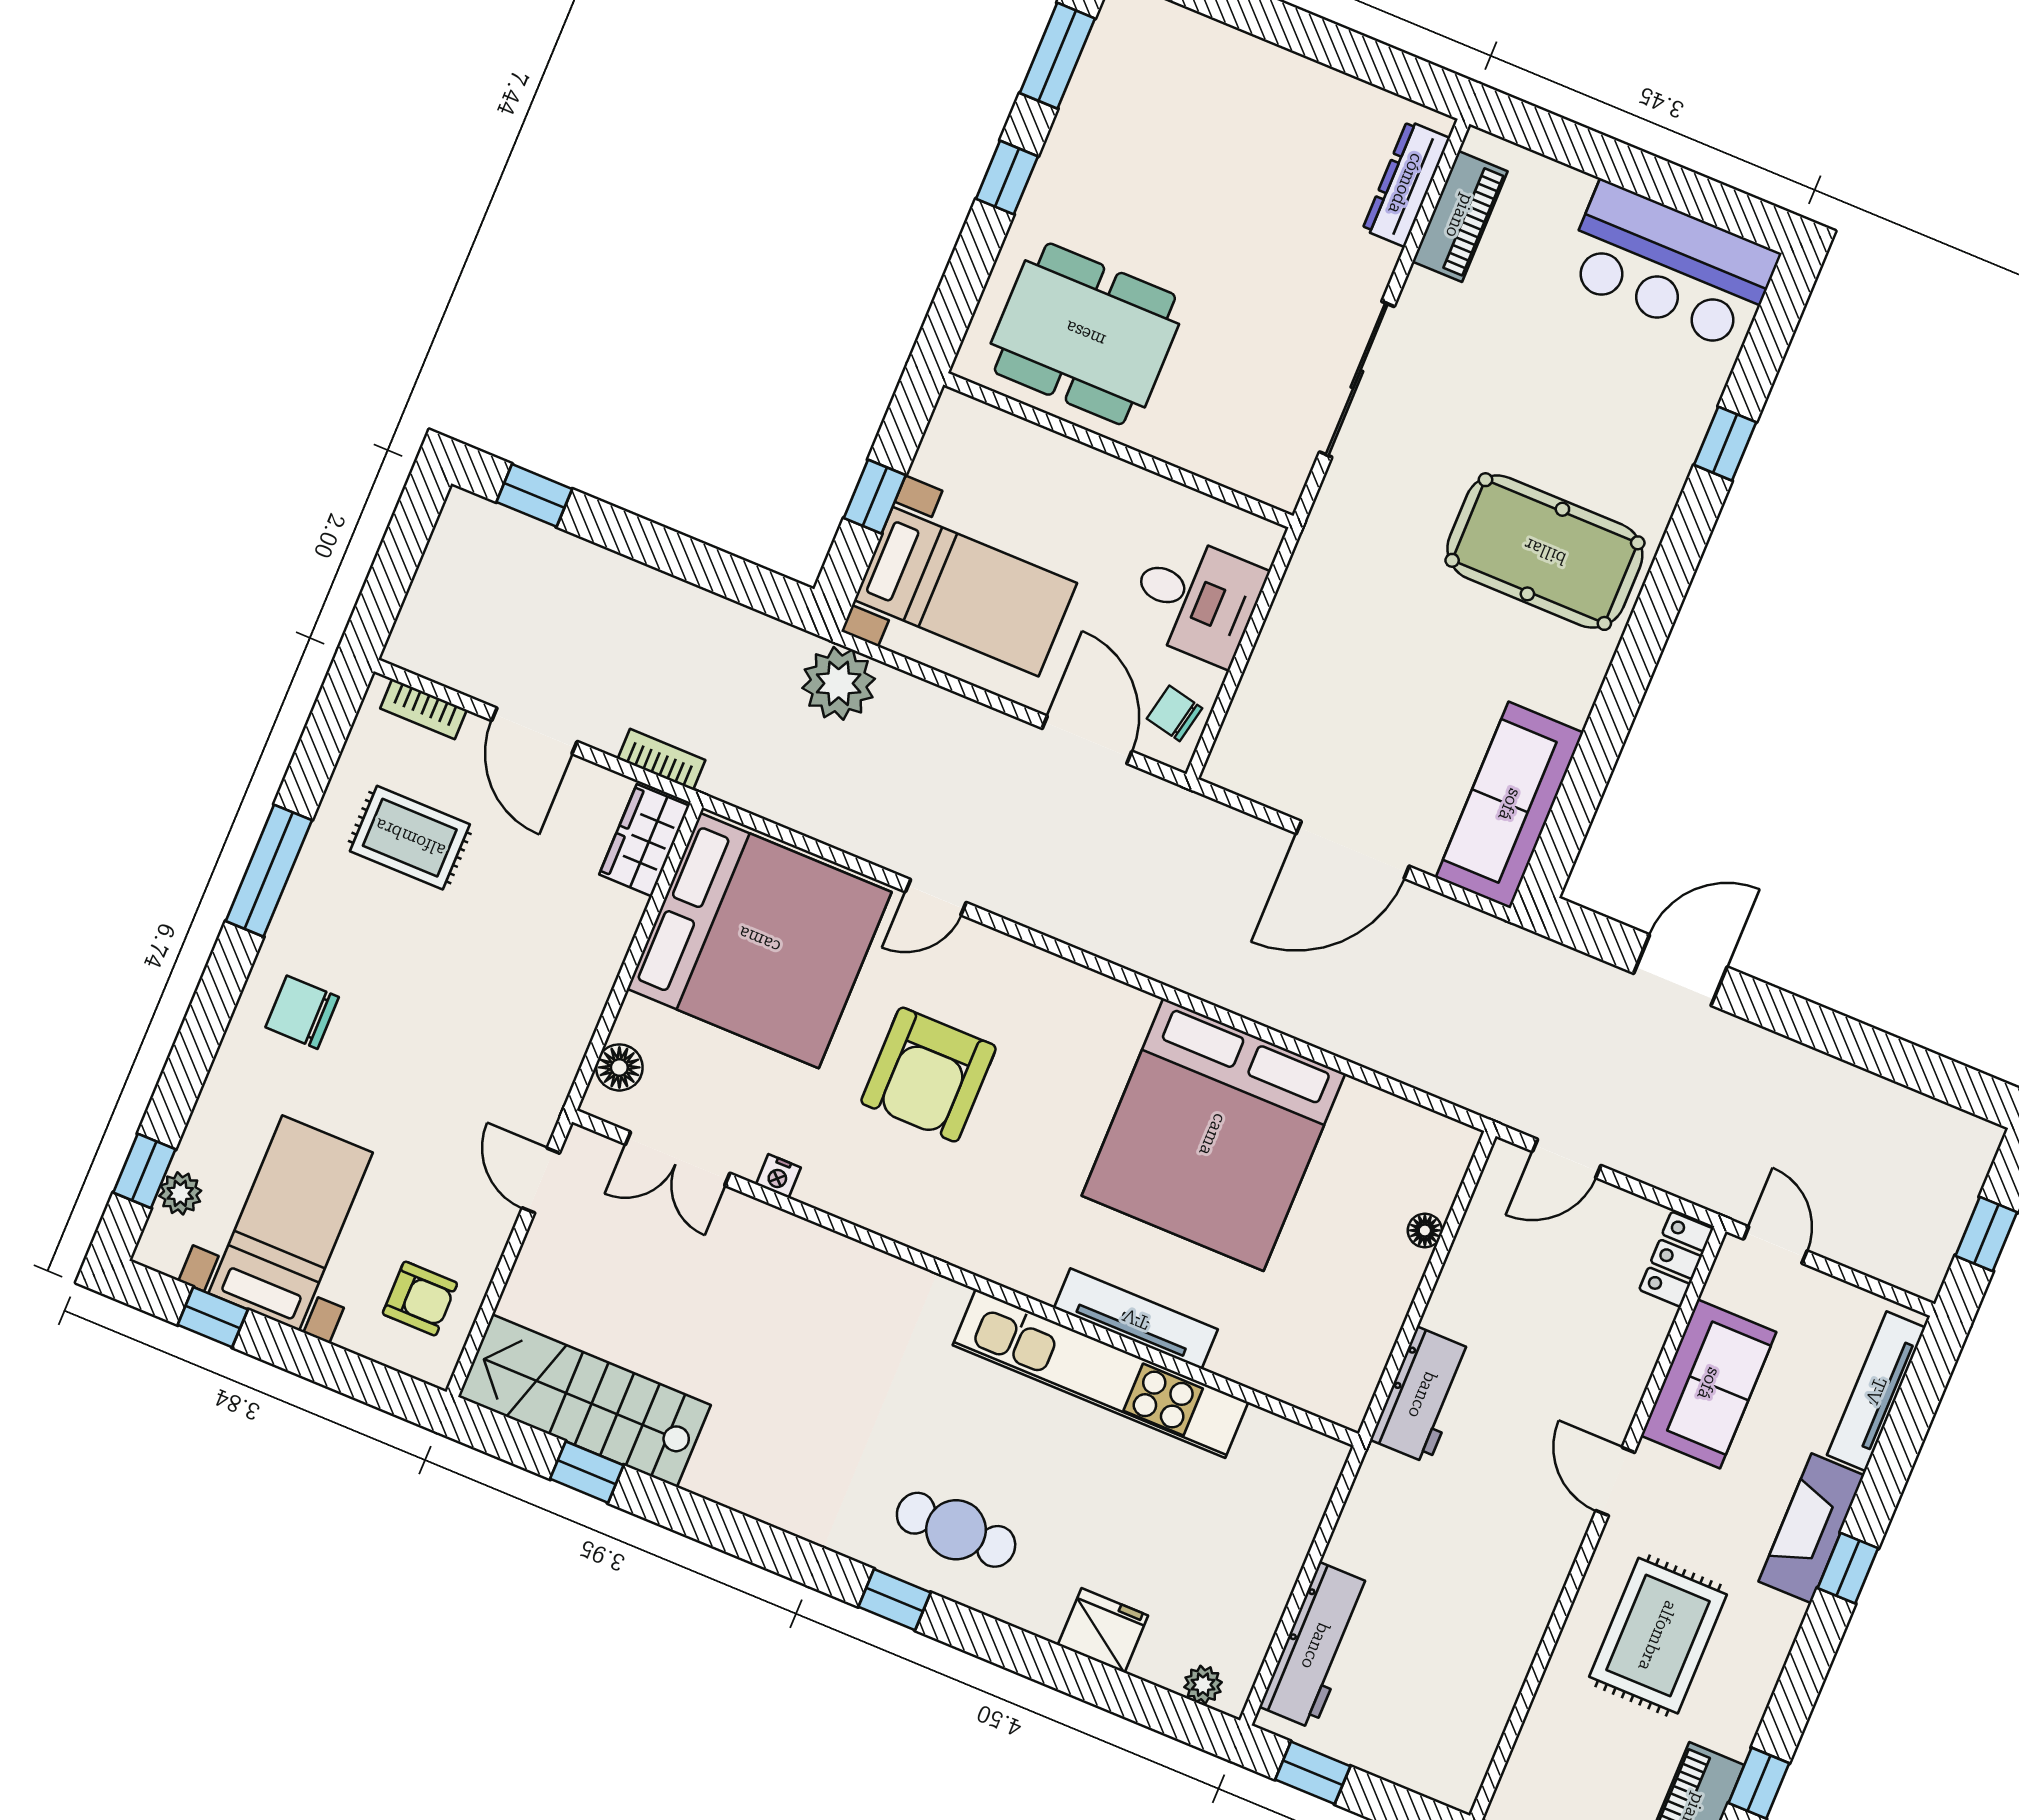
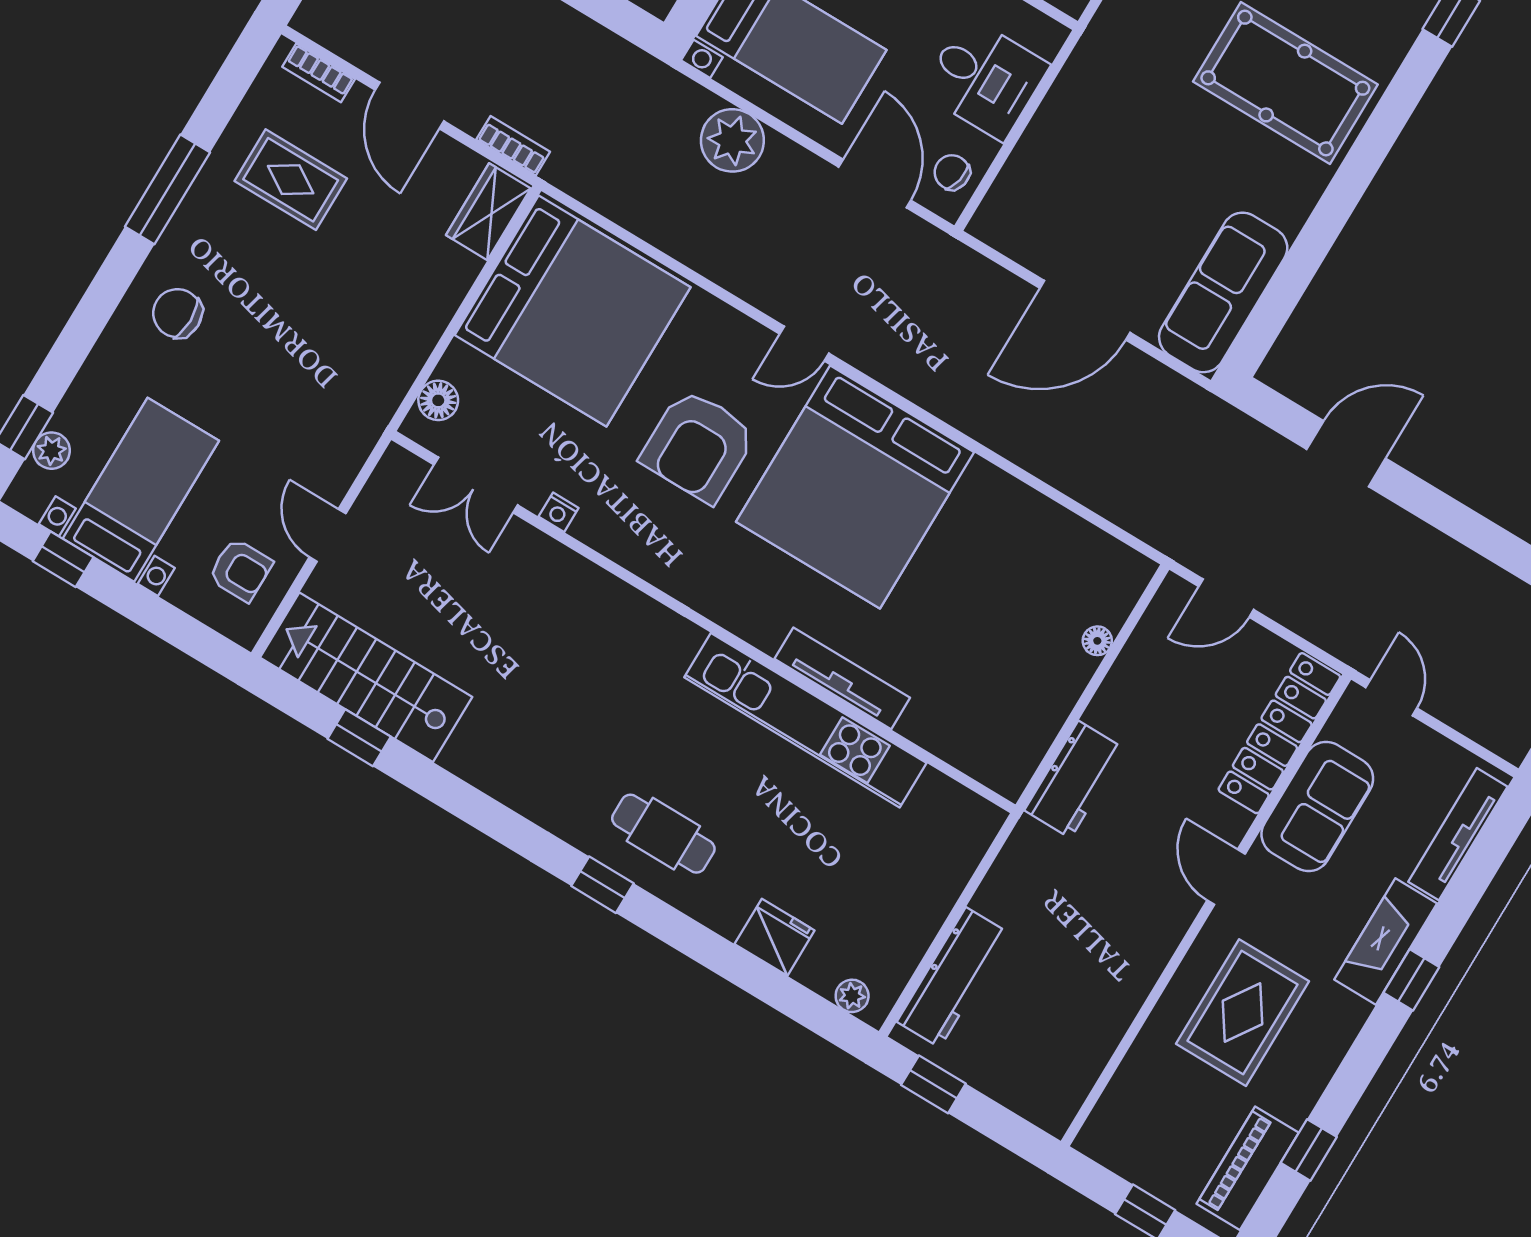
plant: (839, 683) -> (732, 140), moved
door: (936, 897) -> (804, 344), moved
bed: (1213, 1135) -> (855, 487), moved
door: (541, 1181) -> (328, 535), moved
locker: (1676, 1259) -> (1279, 733), width x2.16, depth x1.21

